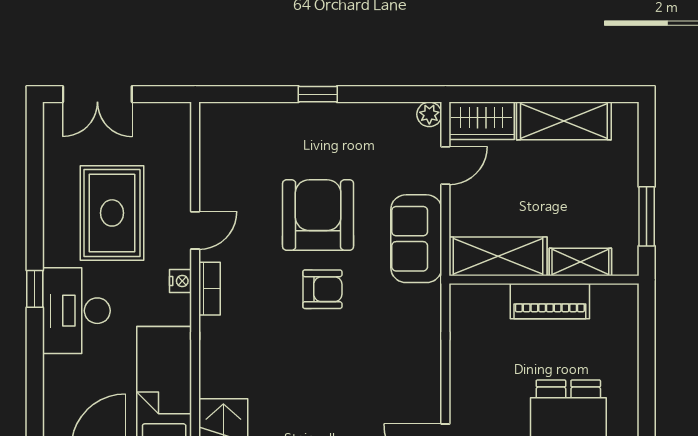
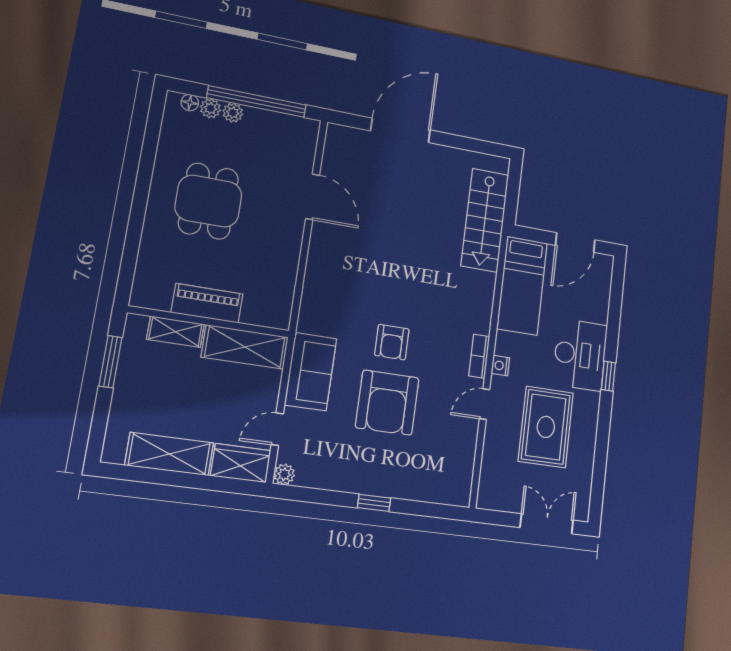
armchair: (322, 289) -> (392, 342), turned -90

